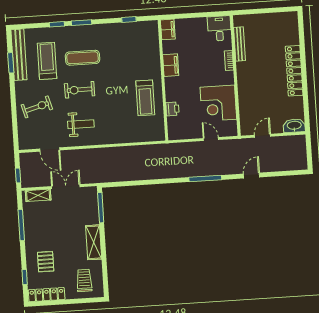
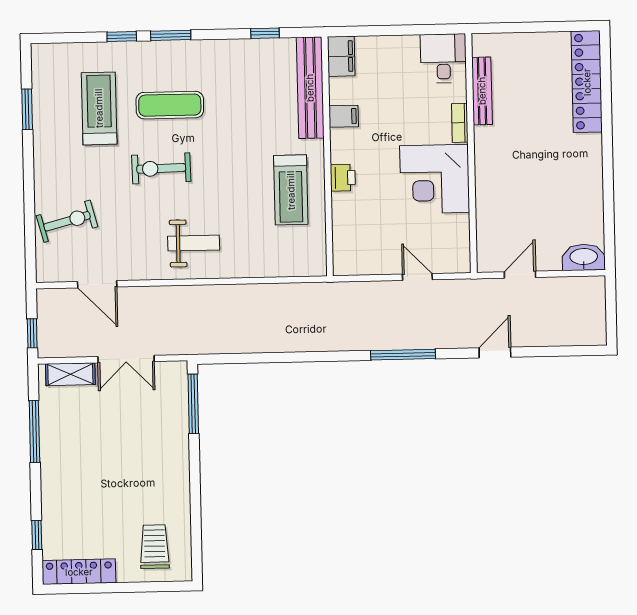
bench: (19, 55) -> (310, 88), moved
filing cabinet: (171, 65) -> (344, 116), width x0.50
locker: (294, 71) -> (587, 82), moved
corner desk: (218, 103) -> (435, 179), moved
exercise bike: (37, 107) -> (67, 221), moved
printer: (172, 109) -> (343, 178), moved
weight bench: (81, 124) -> (194, 243), moved
double door: (66, 187) -> (126, 359), swing flipped
shelving: (94, 242) -> (176, 472), removed
pallet: (46, 262) -> (80, 506), removed

